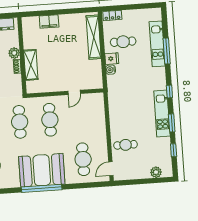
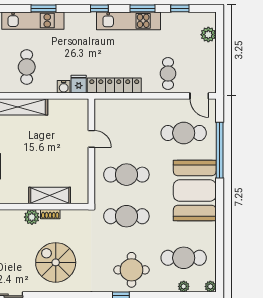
window: (167, 51) -> (43, 8), width x0.69
fridge: (112, 59) -> (79, 84), moved
locker: (114, 106) -> (114, 85), added
window: (42, 188) -> (220, 150), moved

